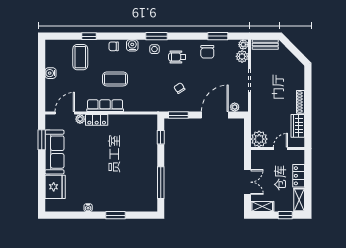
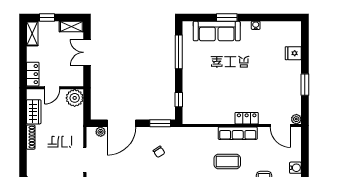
door: (65, 113) -> (280, 126), hinge flipped
plant: (80, 119) -> (296, 119), moved
window: (42, 140) -> (305, 85), moved
sofa: (54, 152) -> (217, 31), moved, turned -90
locker: (299, 176) -> (33, 74), moved
fridge: (55, 187) -> (293, 53), width x0.53, depth x0.75

